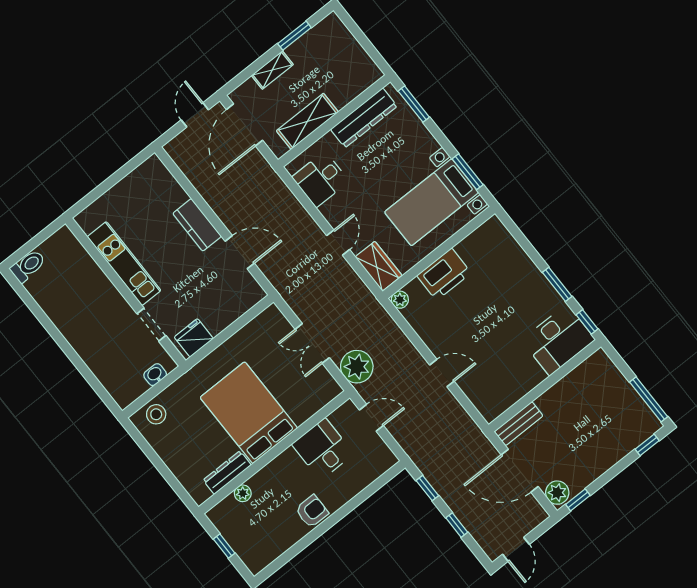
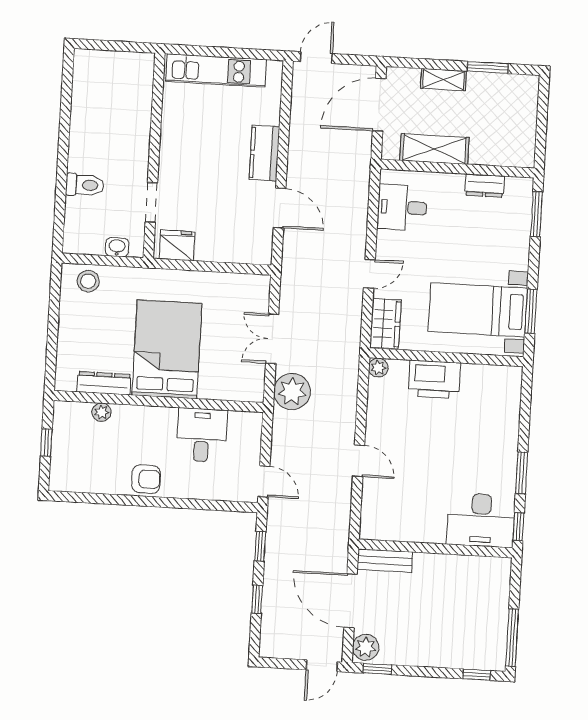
door: (195, 115) -> (316, 58), moved
dresser: (364, 118) -> (485, 186), width x0.51, depth x0.80
kitchen unit: (124, 264) -> (216, 70), moved, turned 90
toilet: (28, 266) -> (85, 185), moved
door: (371, 418) -> (264, 481), moved
door: (516, 549) -> (322, 666), moved

